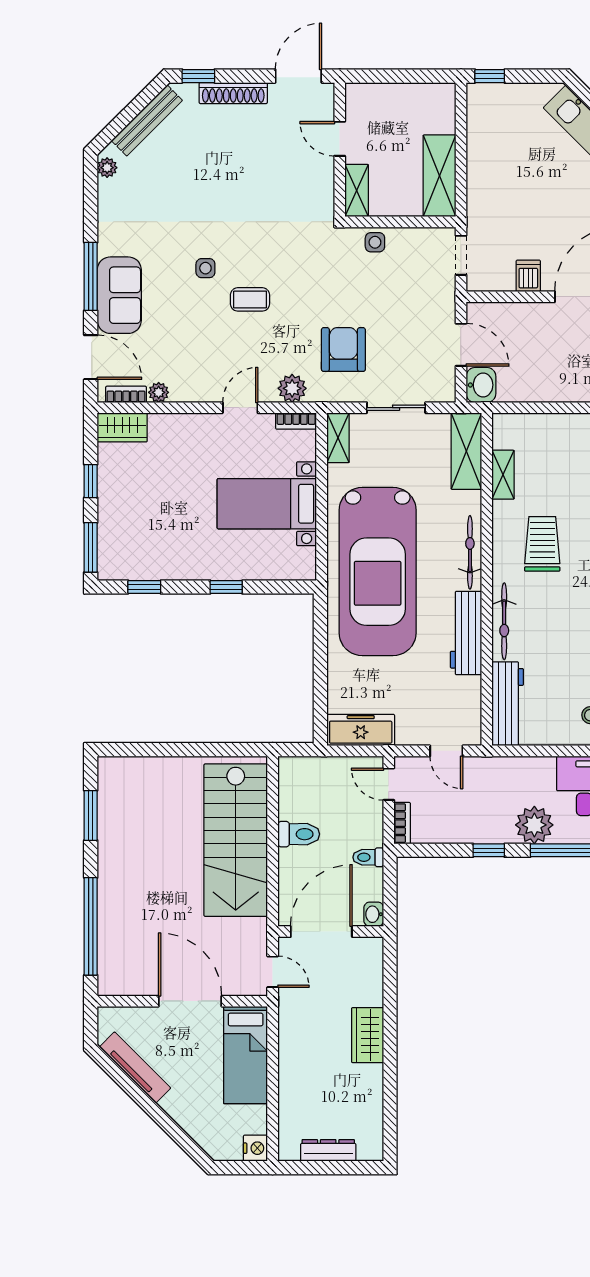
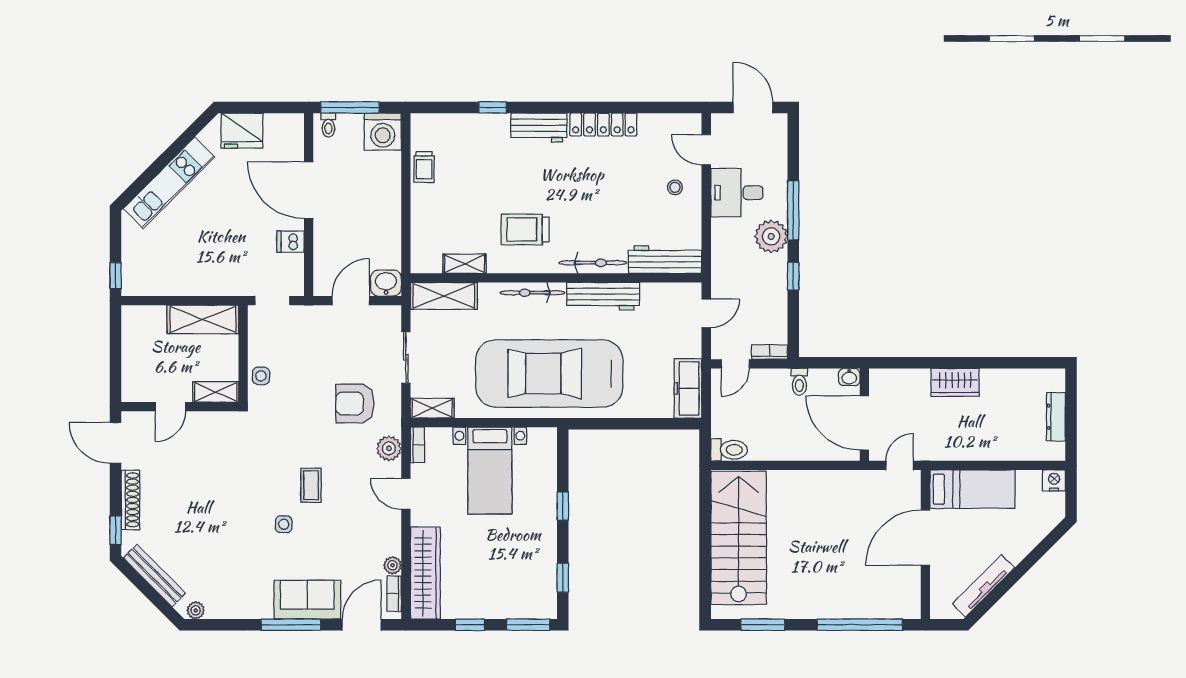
wardrobe: (122, 427) -> (425, 573), width x2.10, depth x1.17
car: (378, 572) -> (549, 374), turned 180
toilet: (299, 834) -> (729, 450), moved, turned 90
stairs: (236, 840) -> (739, 538), moved, turned -90

